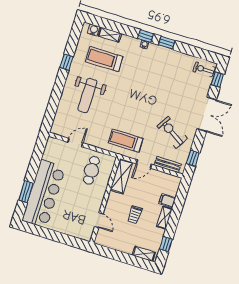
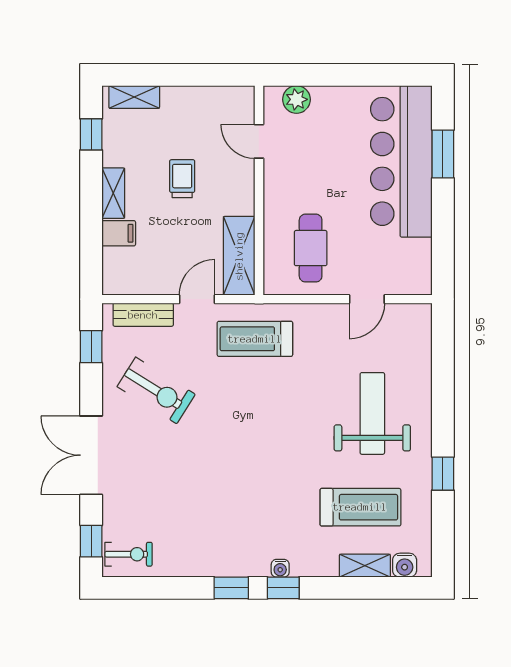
treadmill: (126, 141) -> (255, 339), turned 180
plant: (78, 232) -> (296, 99), added

